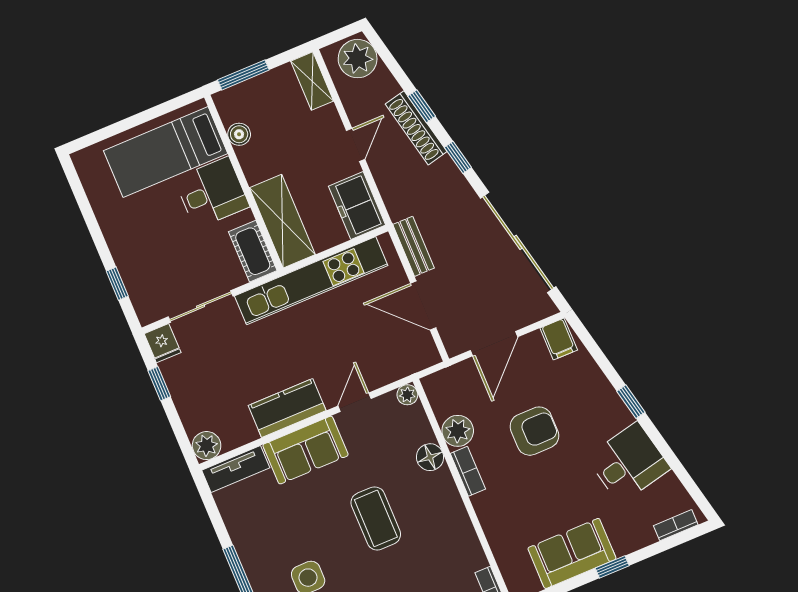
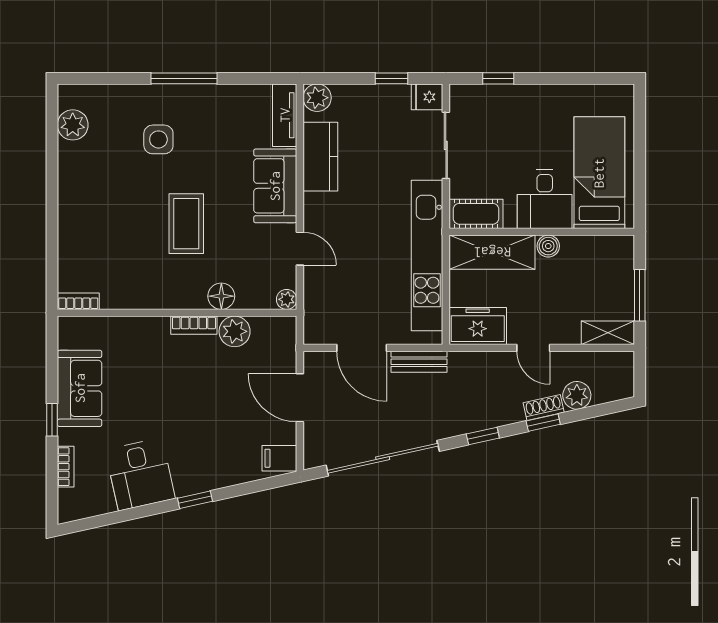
plant: (358, 59) -> (577, 395), moved, width x0.73, depth x0.73
window: (243, 75) -> (640, 295), moved
shoe rack: (416, 128) -> (544, 408), width x0.51, depth x0.81
boiler: (239, 134) -> (548, 246), moved
door: (423, 305) -> (362, 348), swing flipped
kitchen counter: (287, 408) -> (320, 157), moved
armchair: (534, 431) -> (205, 401), removed
coffee table: (376, 518) -> (186, 224), turned 90
bookcase: (676, 525) -> (66, 467), moved

